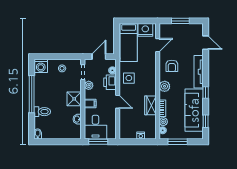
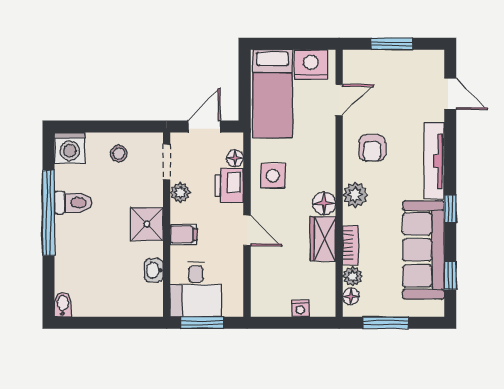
floor lamp: (151, 90) -> (324, 203), added
toilet: (42, 112) -> (73, 203), moved

